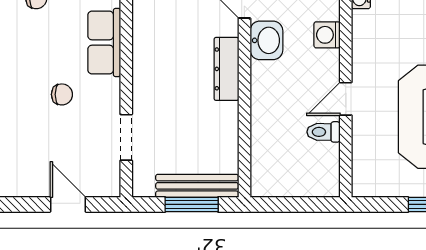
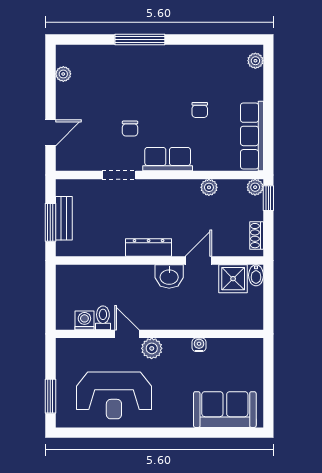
washing machine: (327, 35) -> (84, 320), moved
plant: (366, 64) -> (152, 348), added
doorway: (126, 137) -> (119, 175), moved
bench: (197, 186) -> (64, 218), width x0.73

